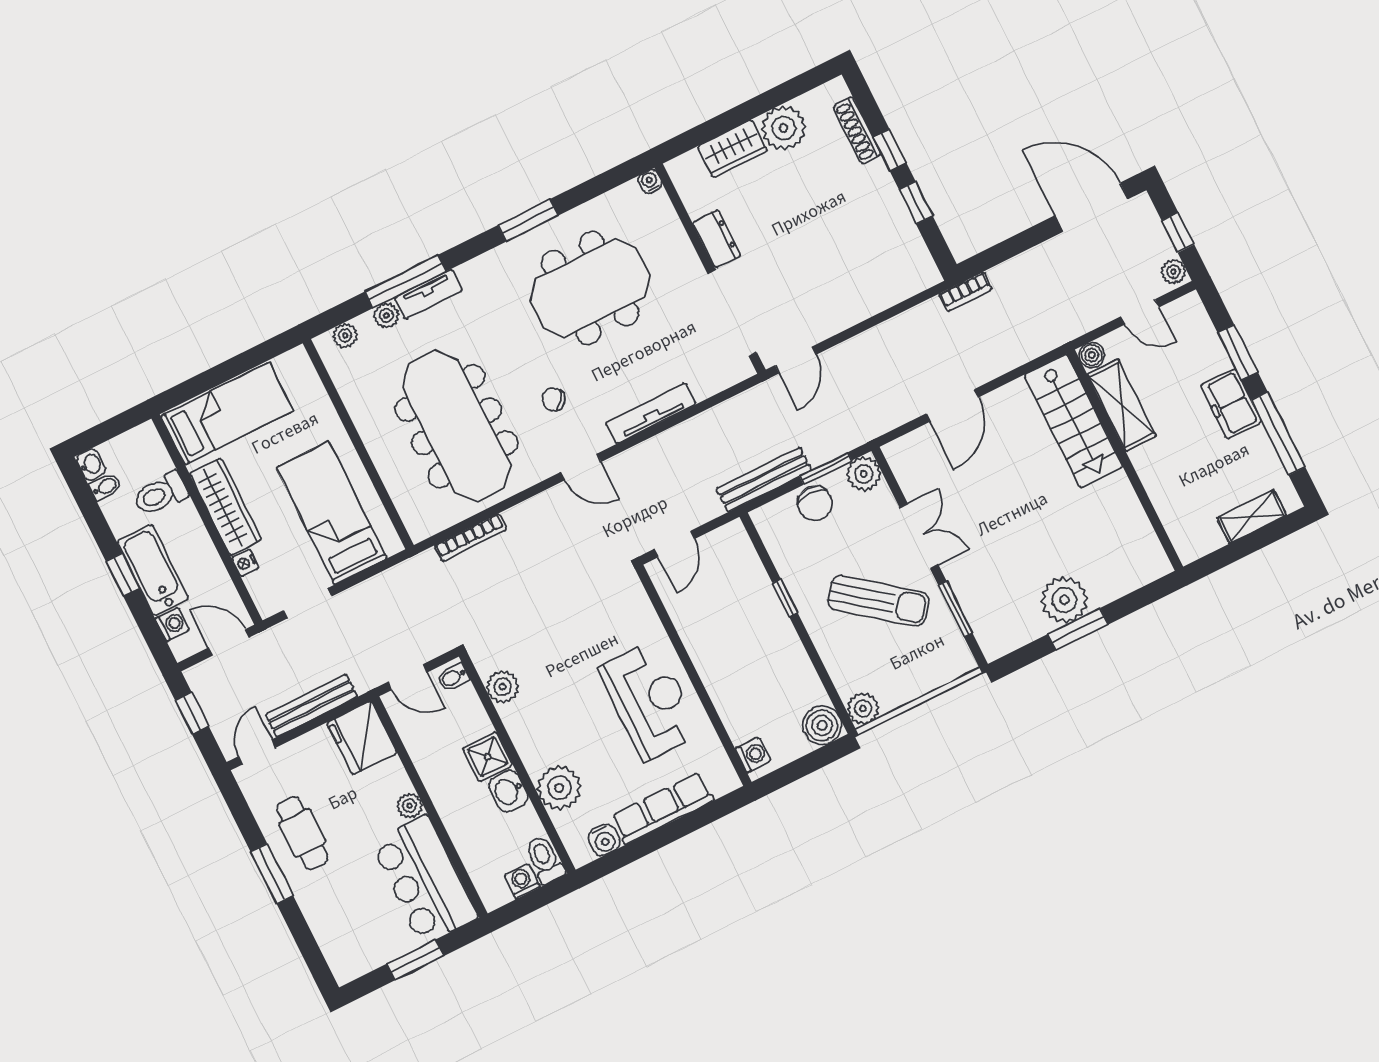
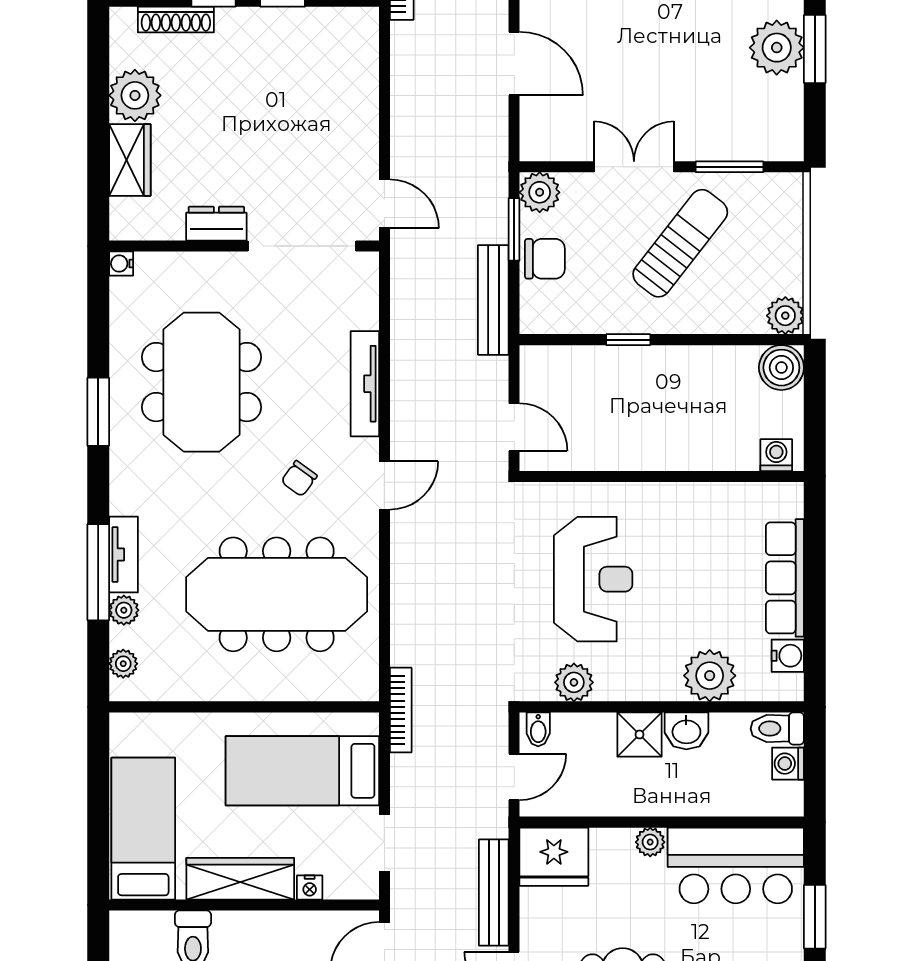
bookcase: (471, 538) -> (401, 710), moved
reception desk: (650, 701) -> (593, 579), moved, turned 90

